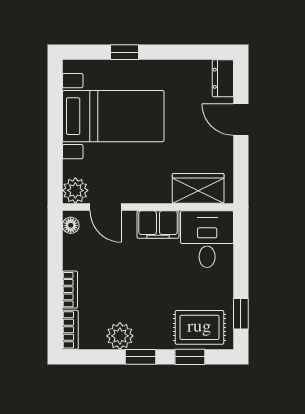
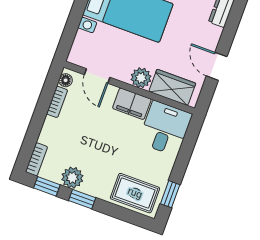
door: (241, 120) -> (217, 66), moved
plant: (75, 190) -> (141, 78), moved
bookcase: (70, 290) -> (57, 102), moved
window: (190, 357) -> (47, 186), moved

